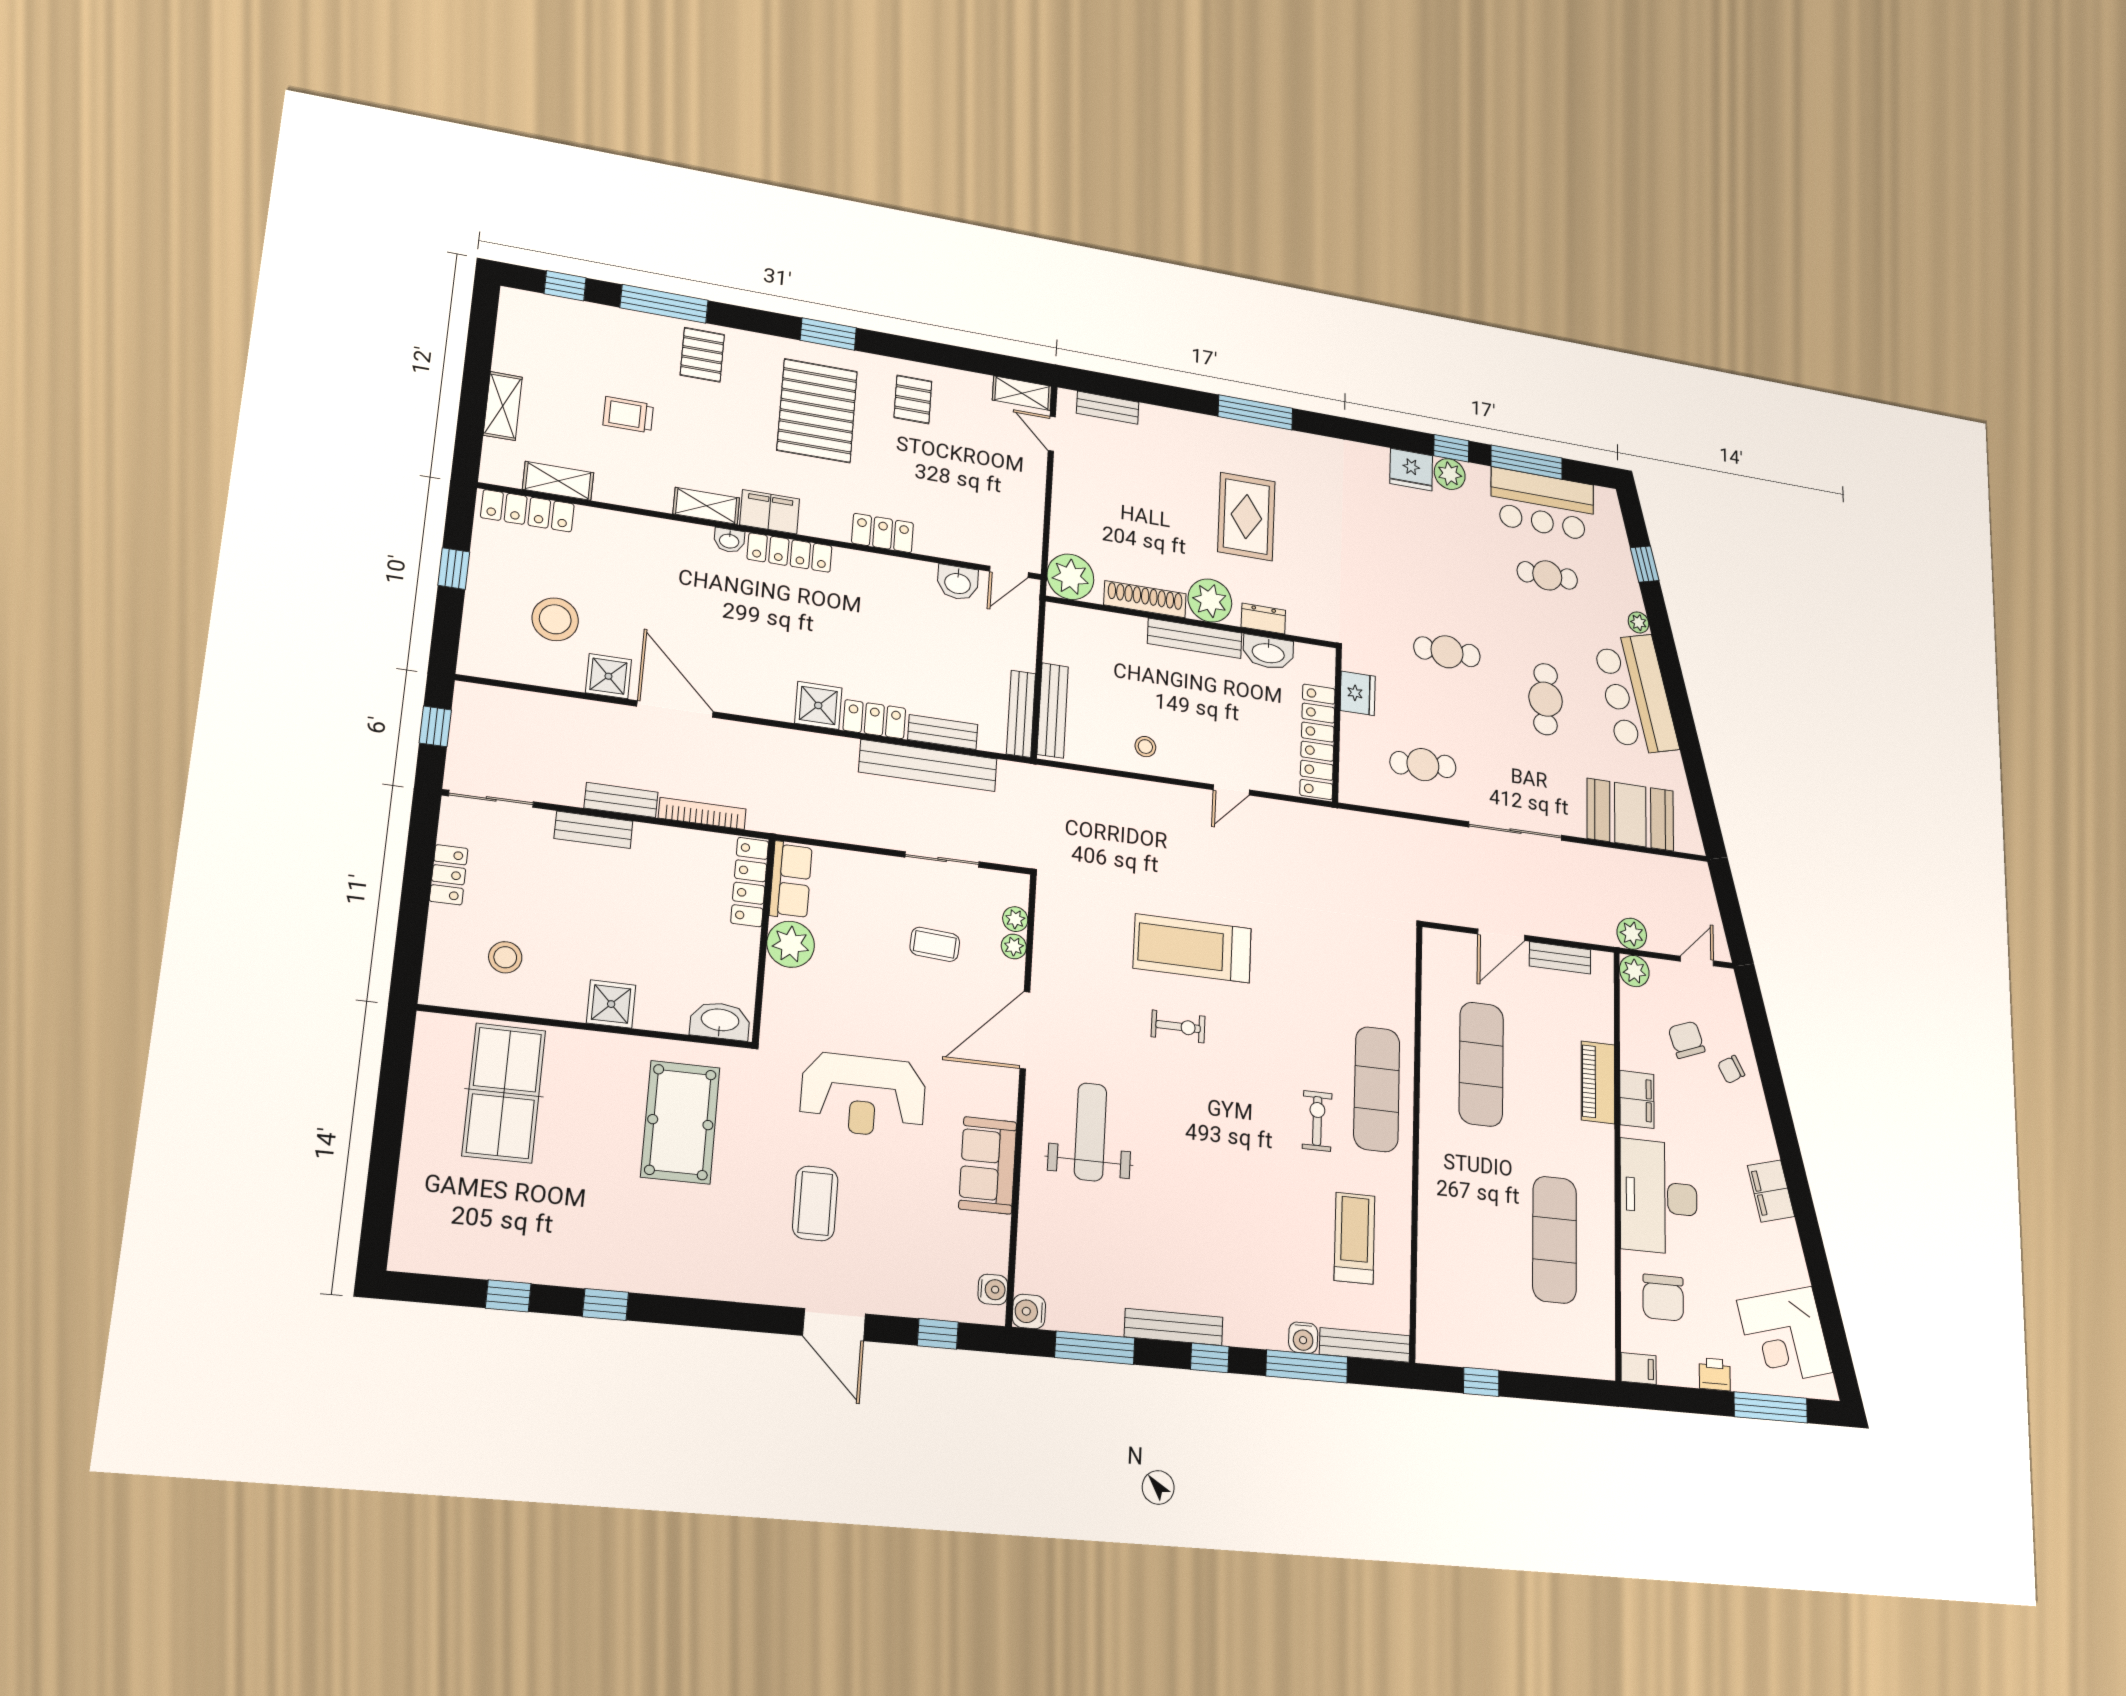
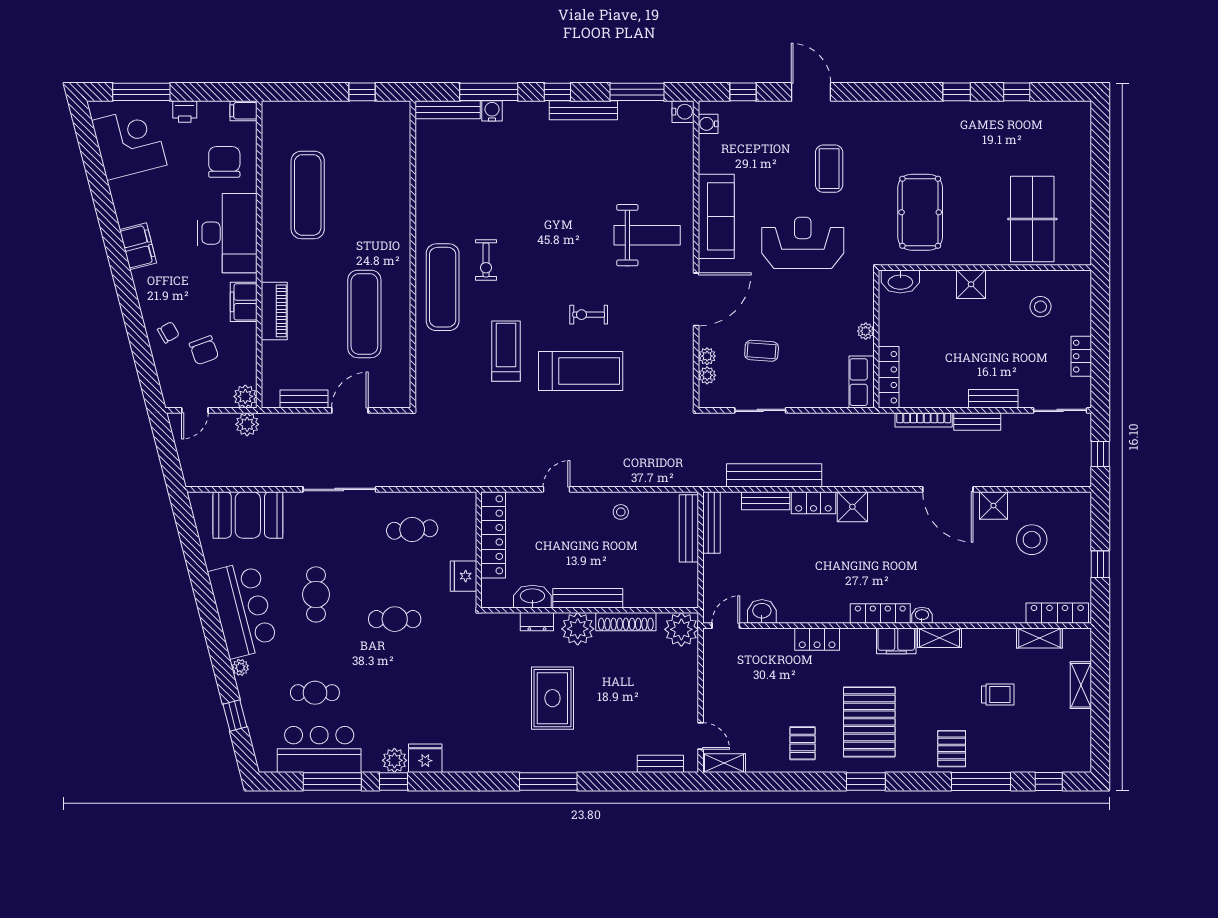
plant: (791, 944) -> (866, 331), width x0.53, depth x0.53
weight bench: (1090, 1132) -> (647, 235), turned -90
sofa: (988, 1165) -> (716, 216), width x1.36
treadmill: (1355, 1238) -> (506, 351), moved, turned 180

